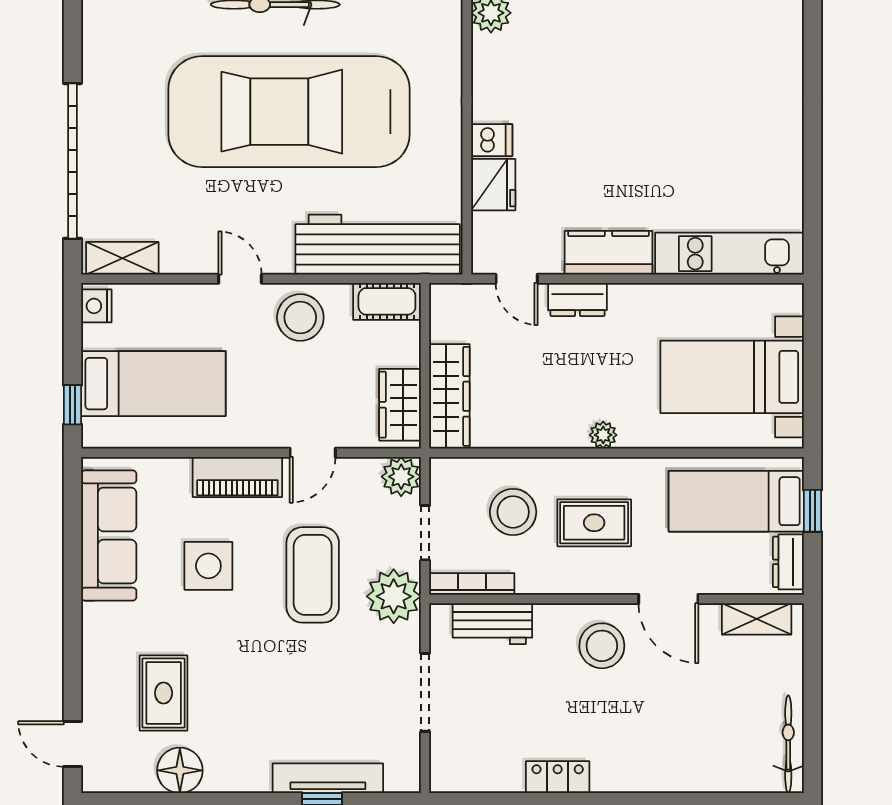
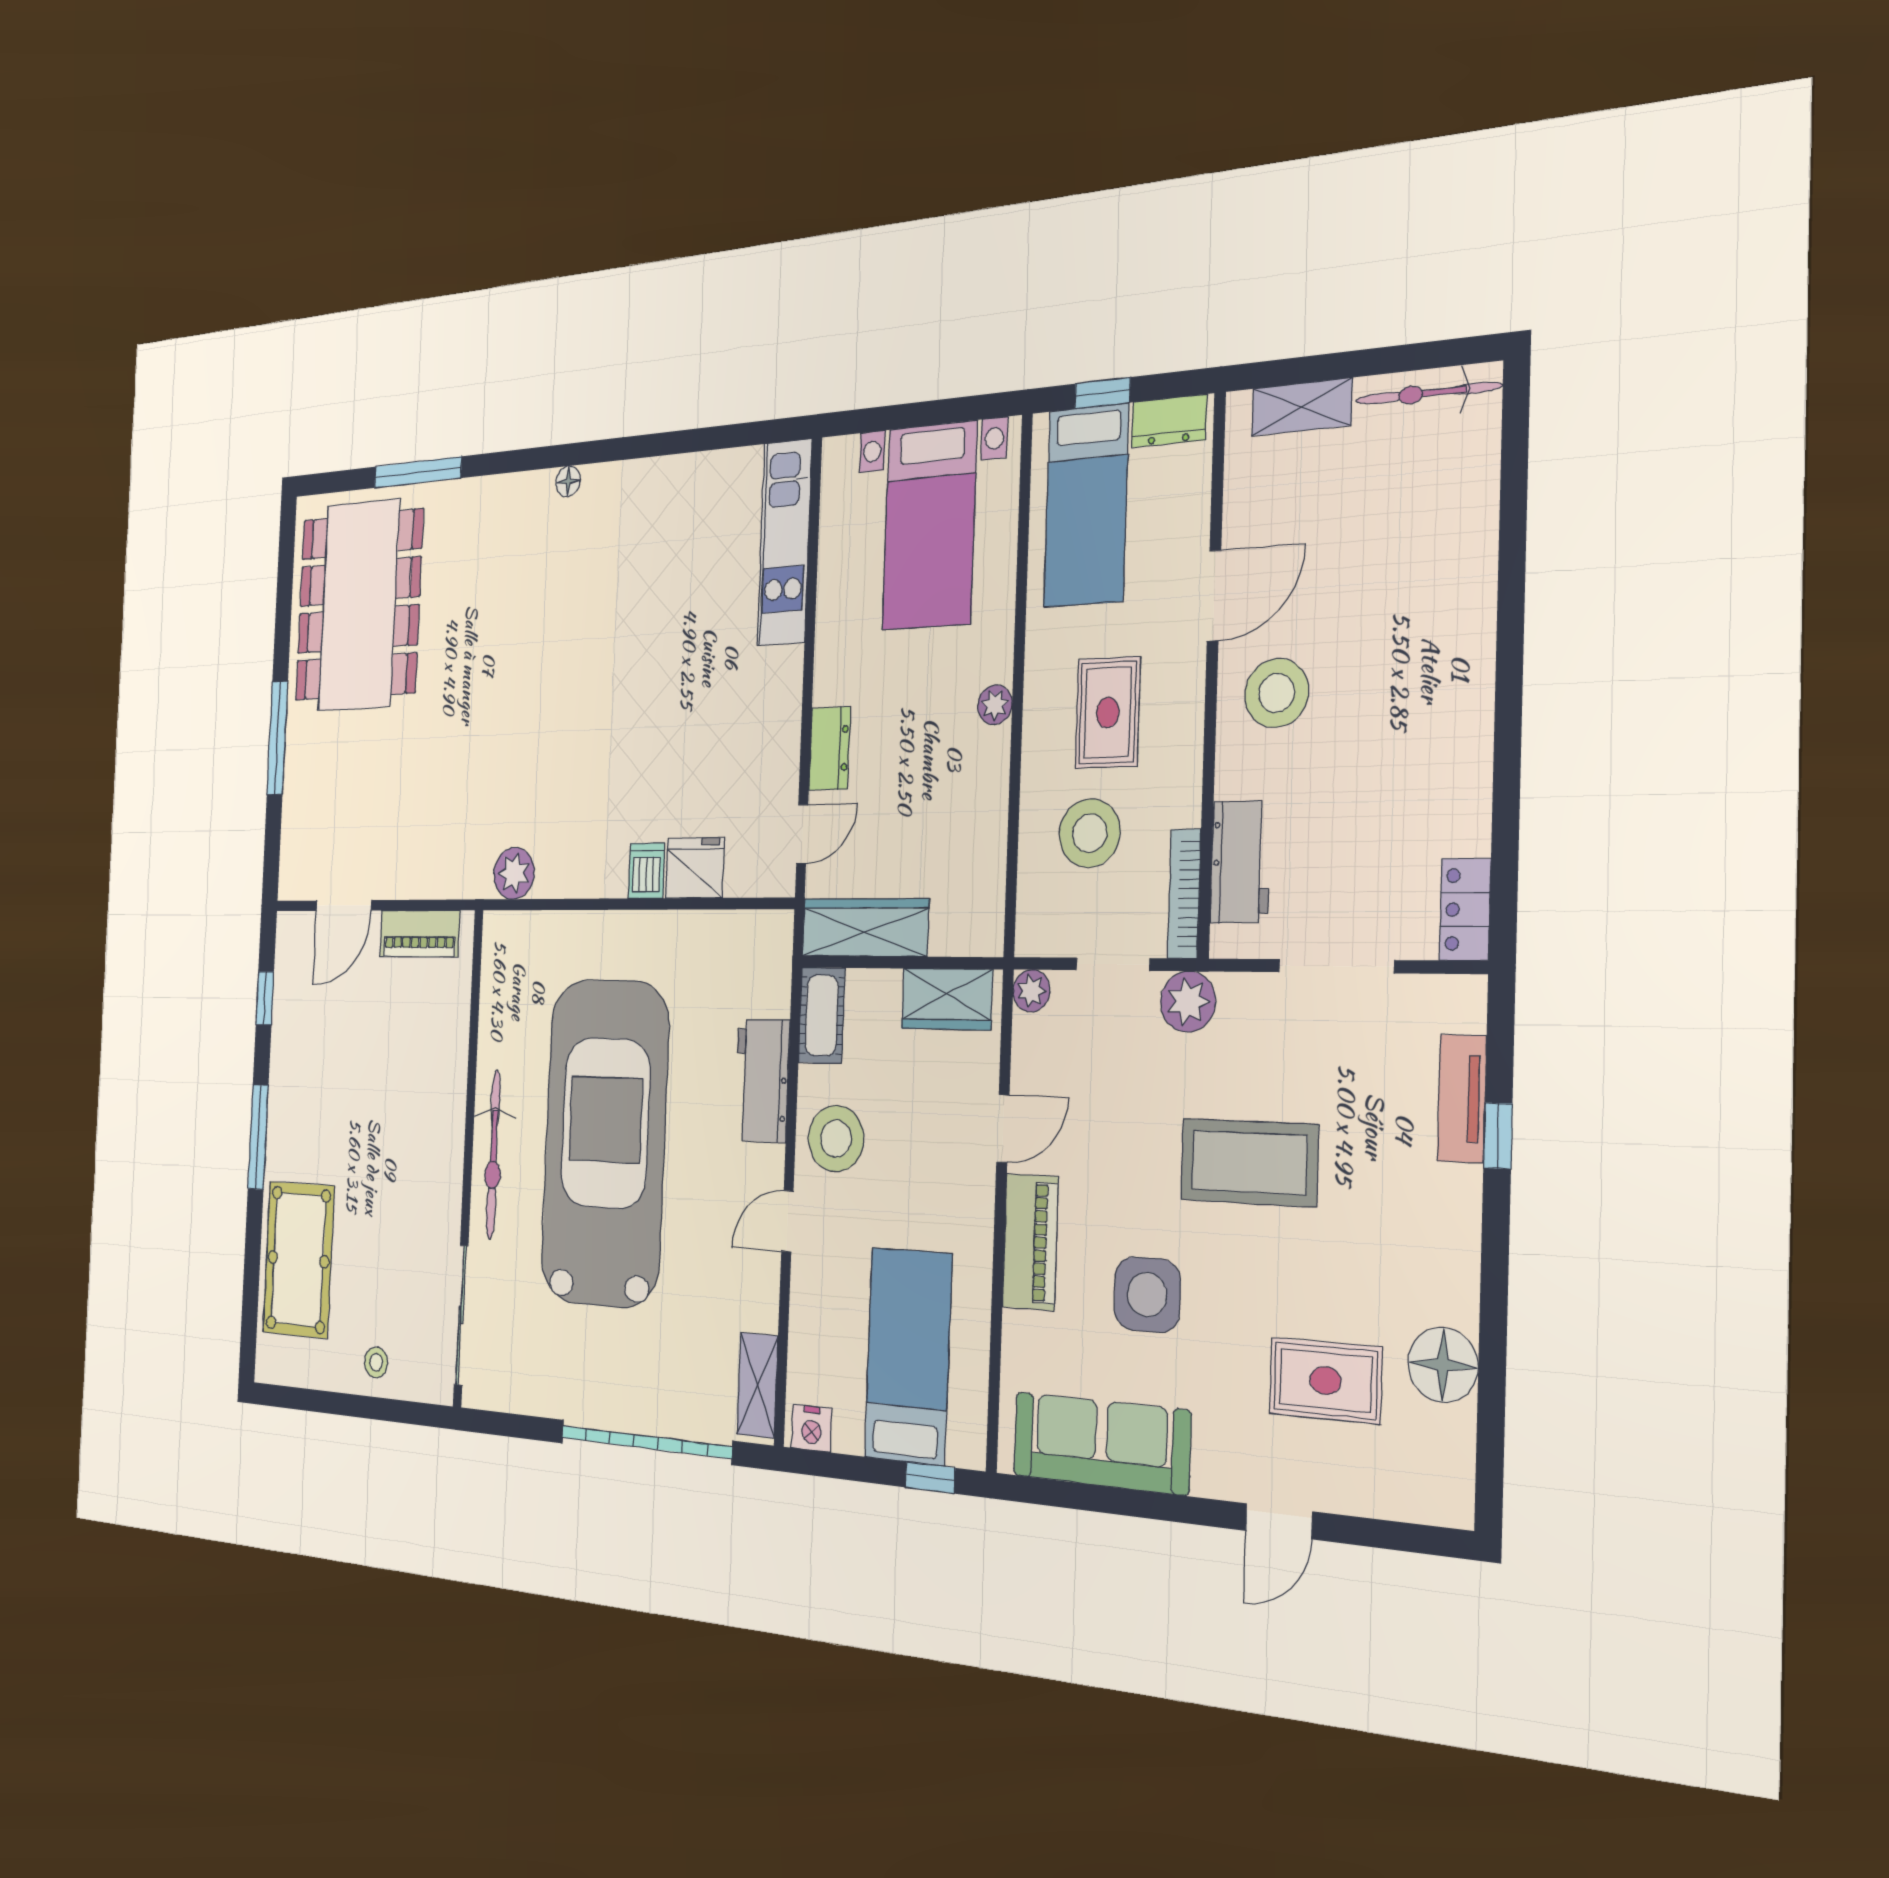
floor lamp: (792, 50) -> (568, 481), added
car: (289, 112) -> (605, 1142), turned 180
workbench: (378, 245) -> (762, 1081), width x0.53, depth x0.76
kitchen counter: (609, 253) -> (777, 708), removed
wardrobe: (449, 396) -> (865, 928), moved
door: (313, 453) -> (1003, 1129), hinge flipped
plant: (401, 477) -> (1031, 991), width x0.73, depth x0.73
coffee table: (313, 575) -> (1249, 1162), moved
plant: (394, 596) -> (1188, 1002), width x0.73, depth x0.73
shelving: (757, 619) -> (1302, 407), moved, turned 90
door: (72, 744) -> (1279, 1521), moved
locker: (558, 777) -> (1465, 910), moved
tv unit: (328, 778) -> (1462, 1099), width x0.71

